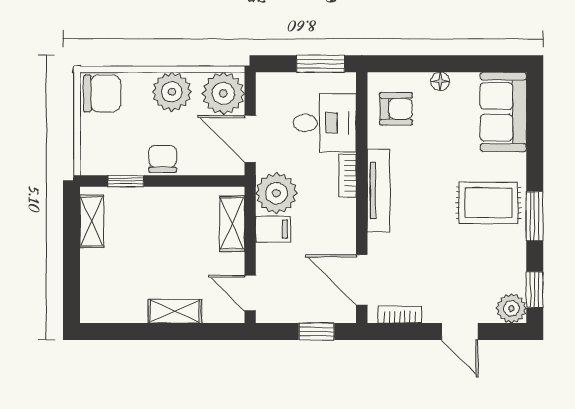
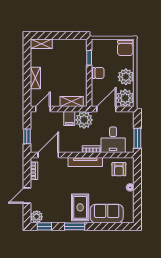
sofa: (503, 112) -> (107, 213), moved
shelving: (92, 221) -> (41, 44), moved

